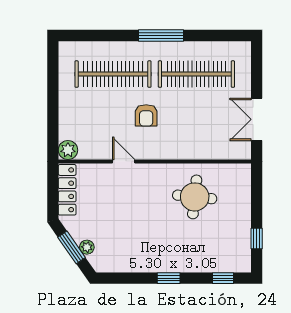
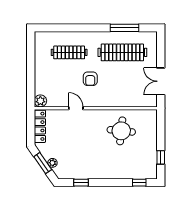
window: (161, 35) -> (124, 28), moved
clothes rail: (113, 74) -> (69, 52), width x0.73, depth x0.76
window: (169, 278) -> (81, 183), moved

